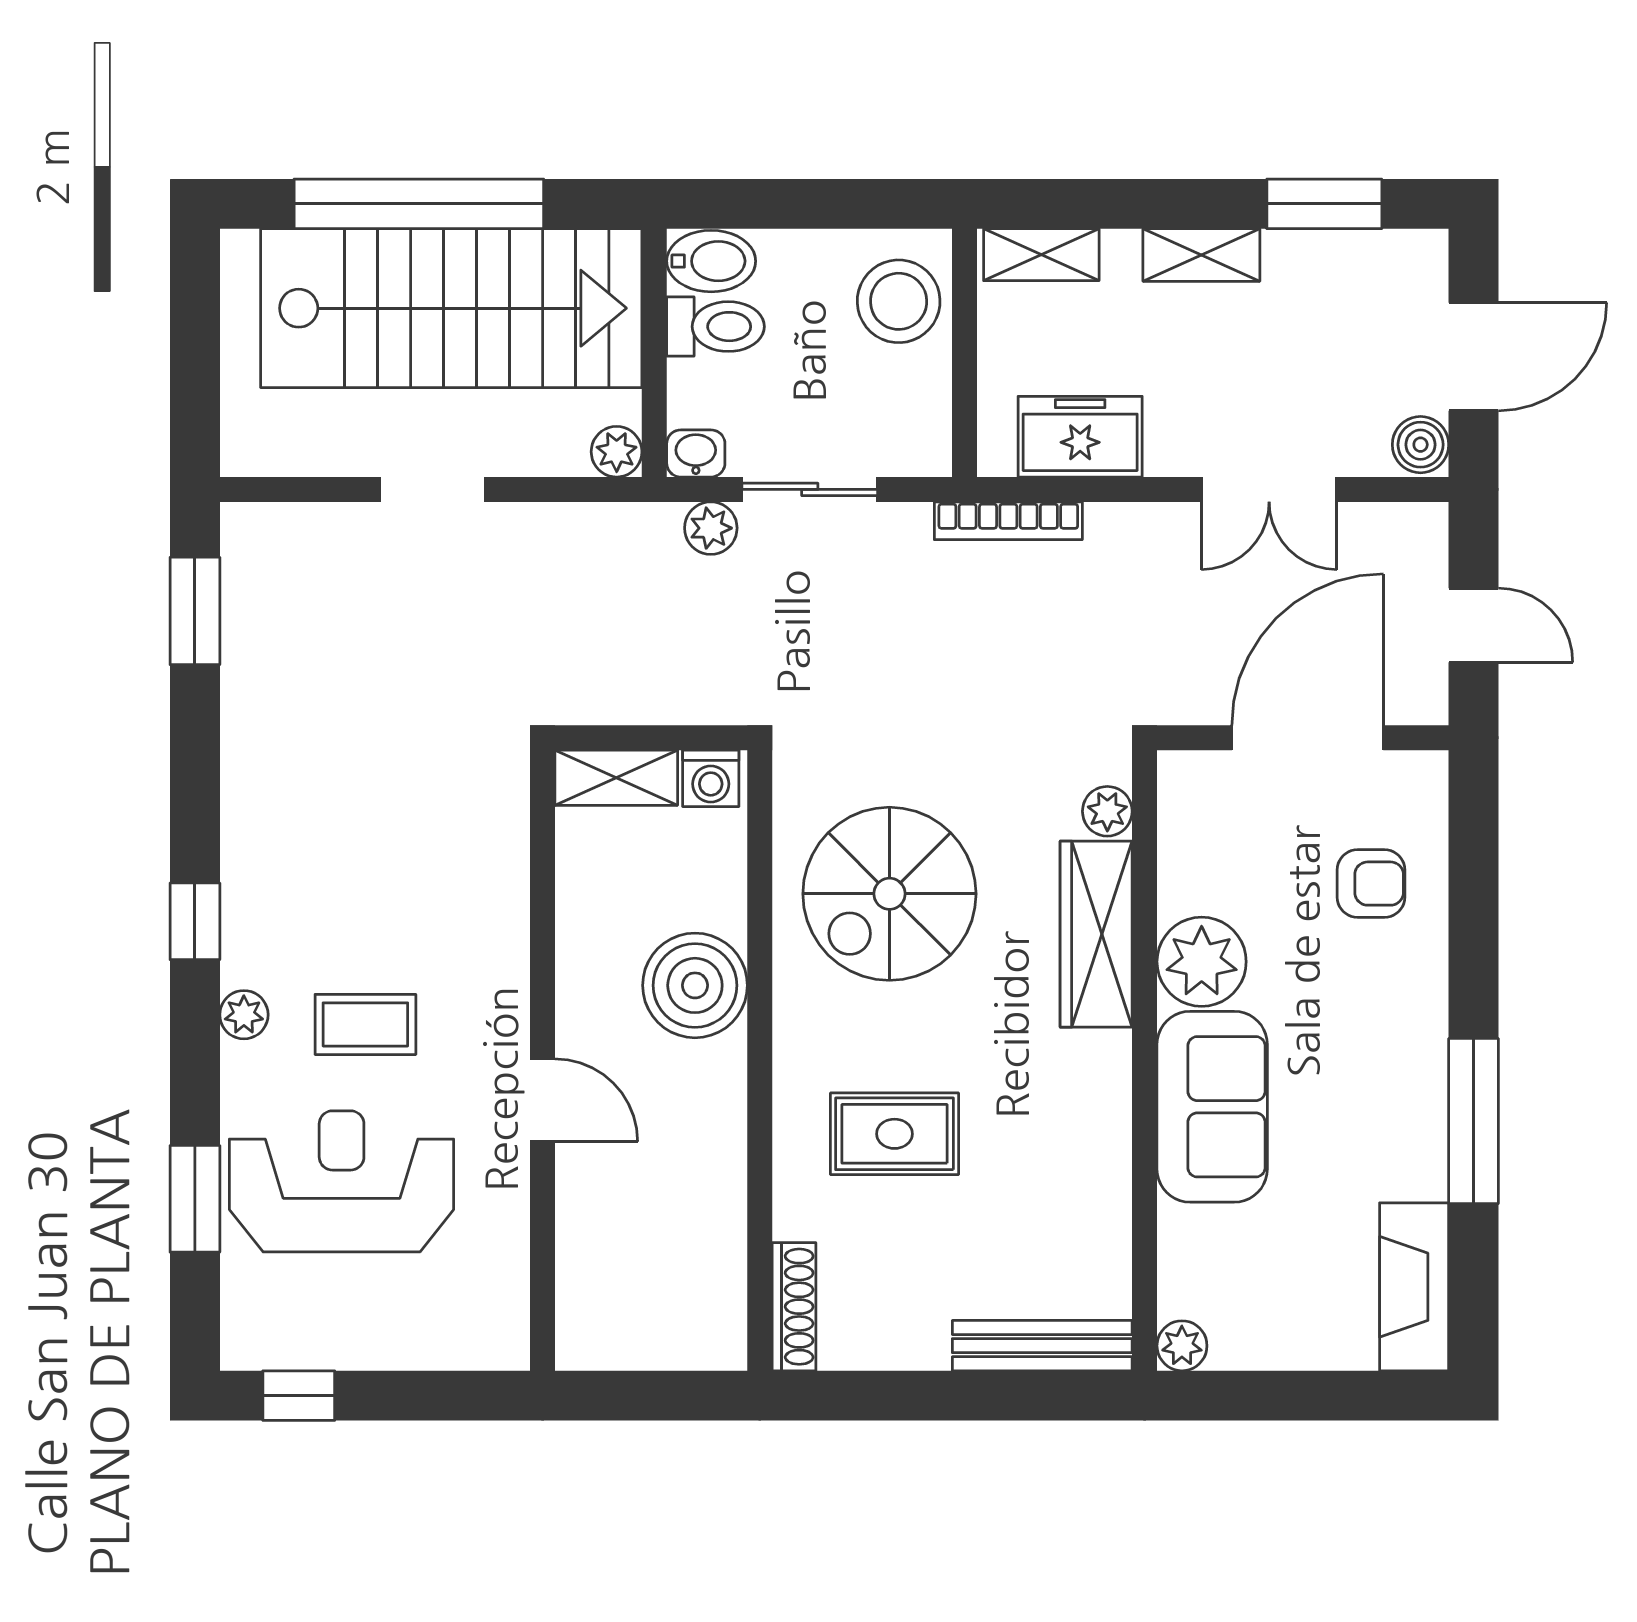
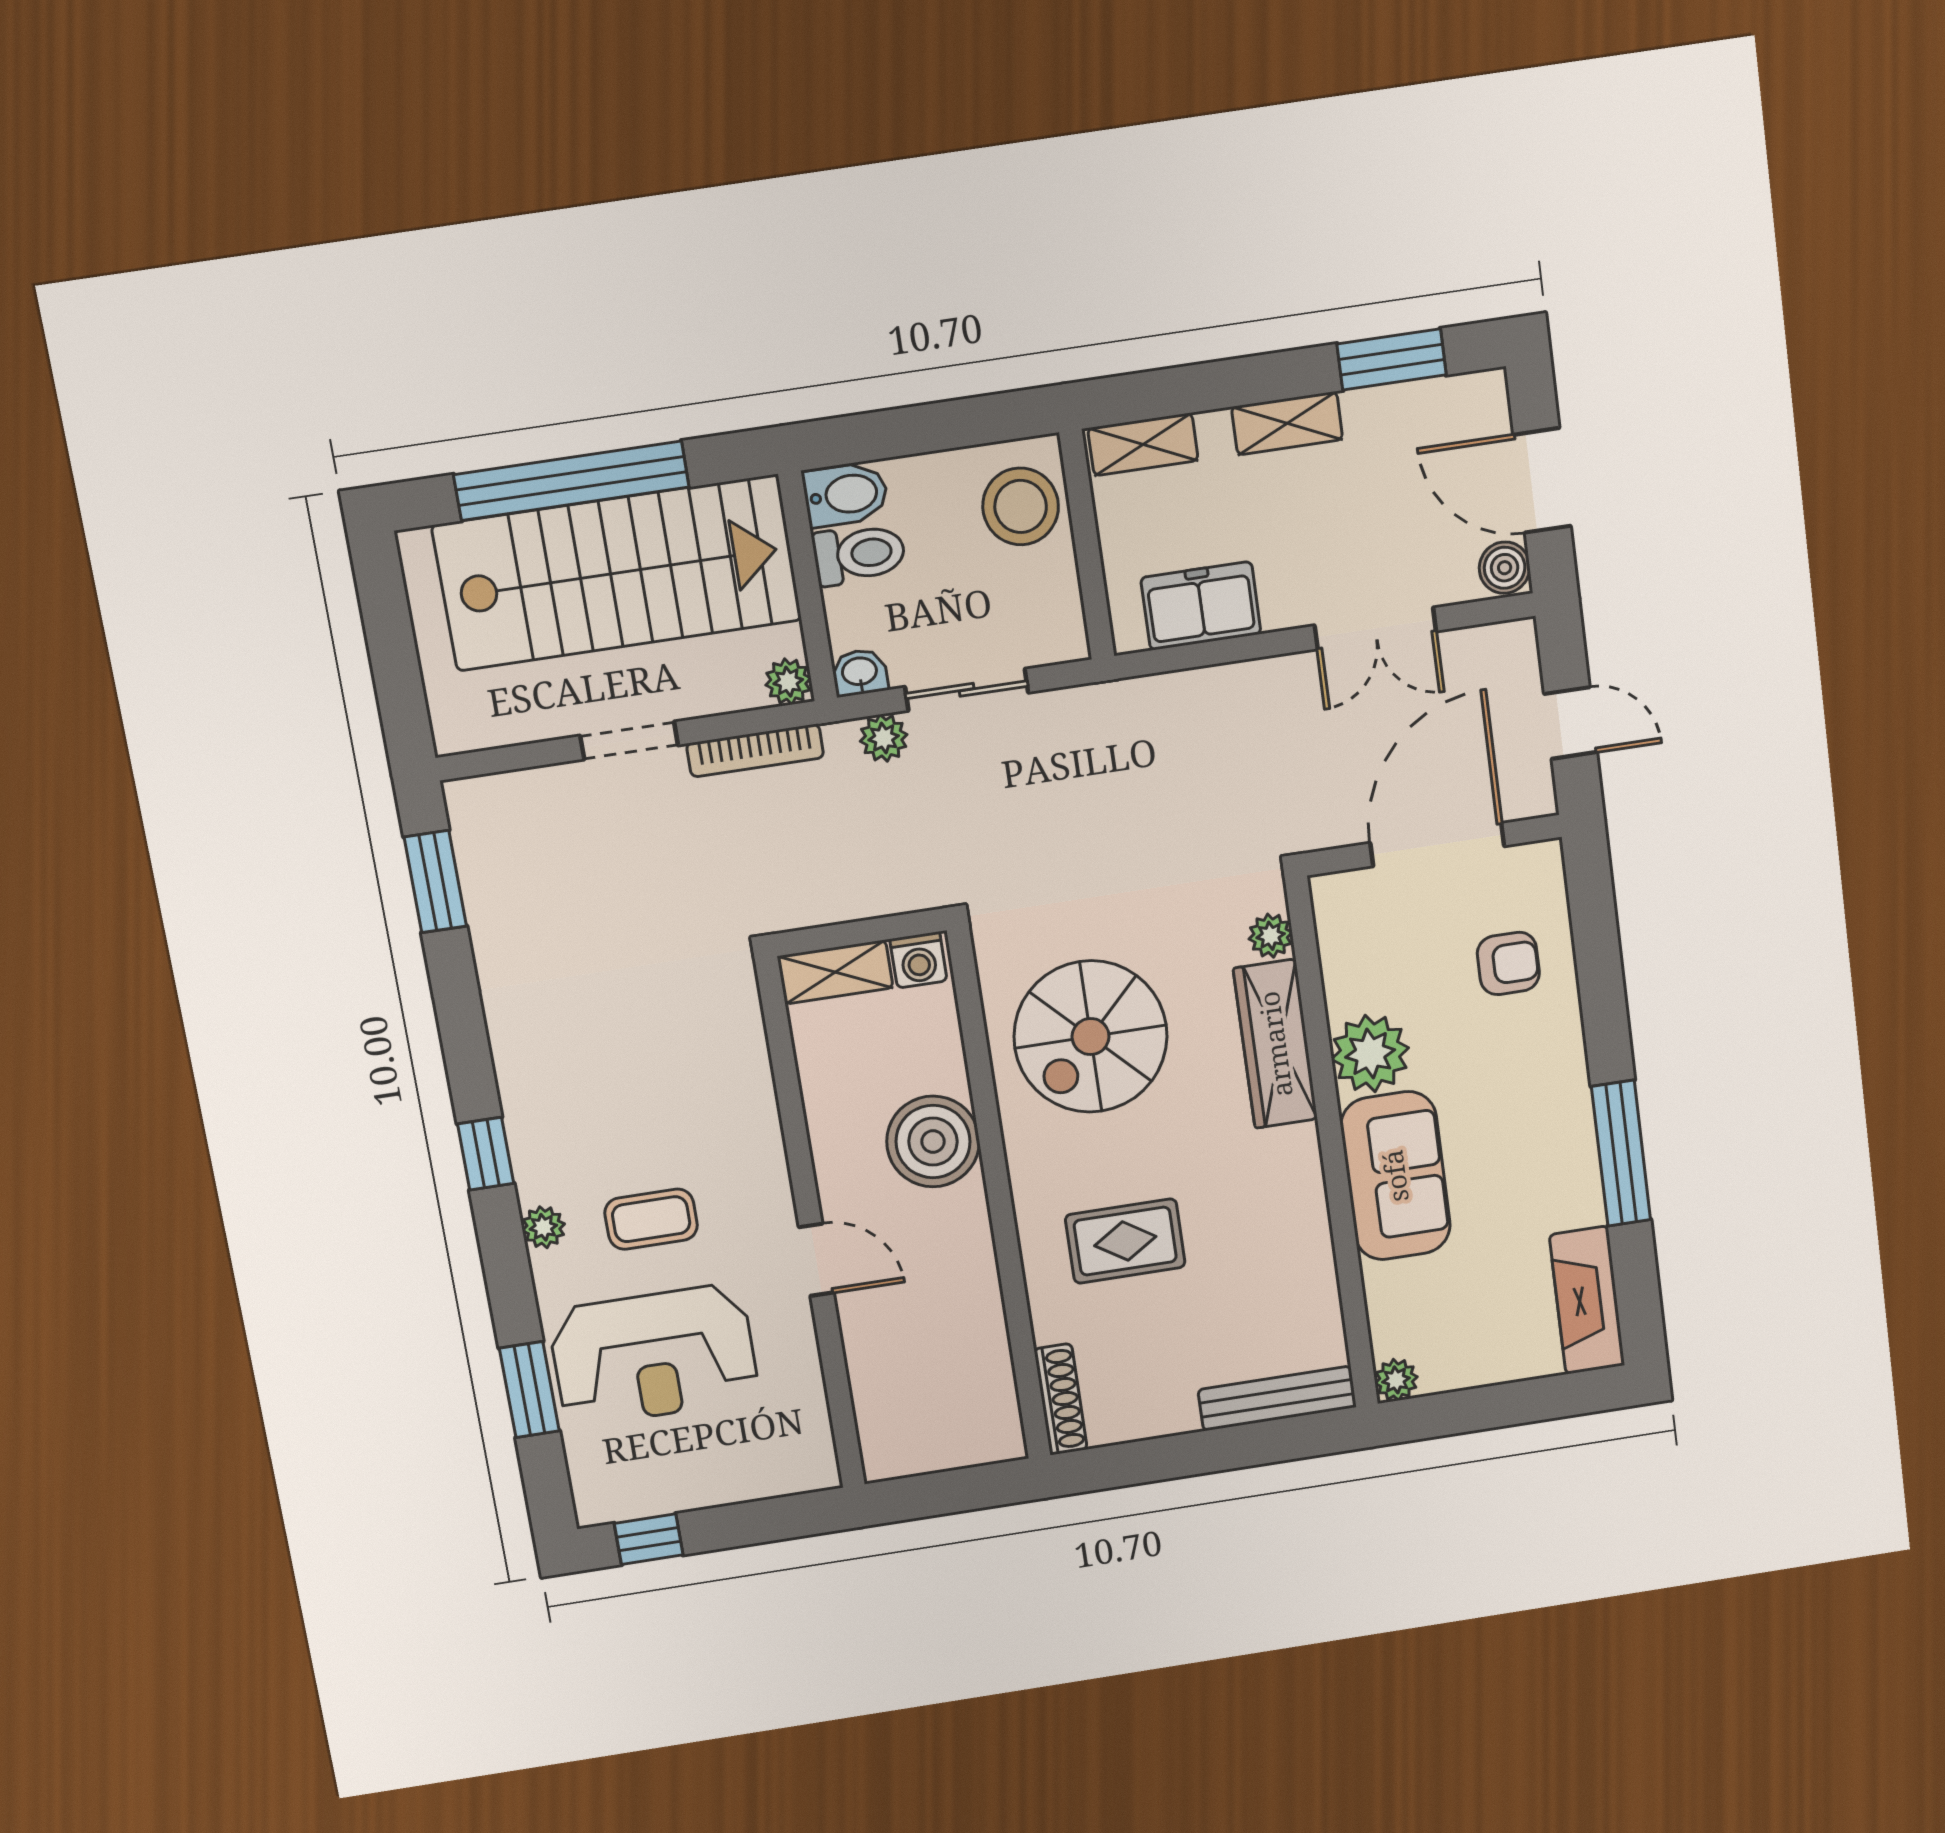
door: (1474, 357) -> (1542, 480), swing flipped
bookcase: (1008, 521) -> (755, 751), moved
reception desk: (342, 1181) -> (654, 1355), turned 180

